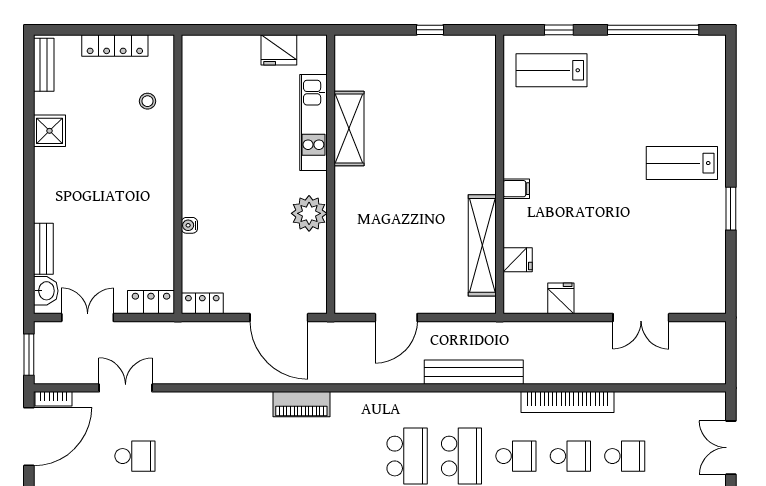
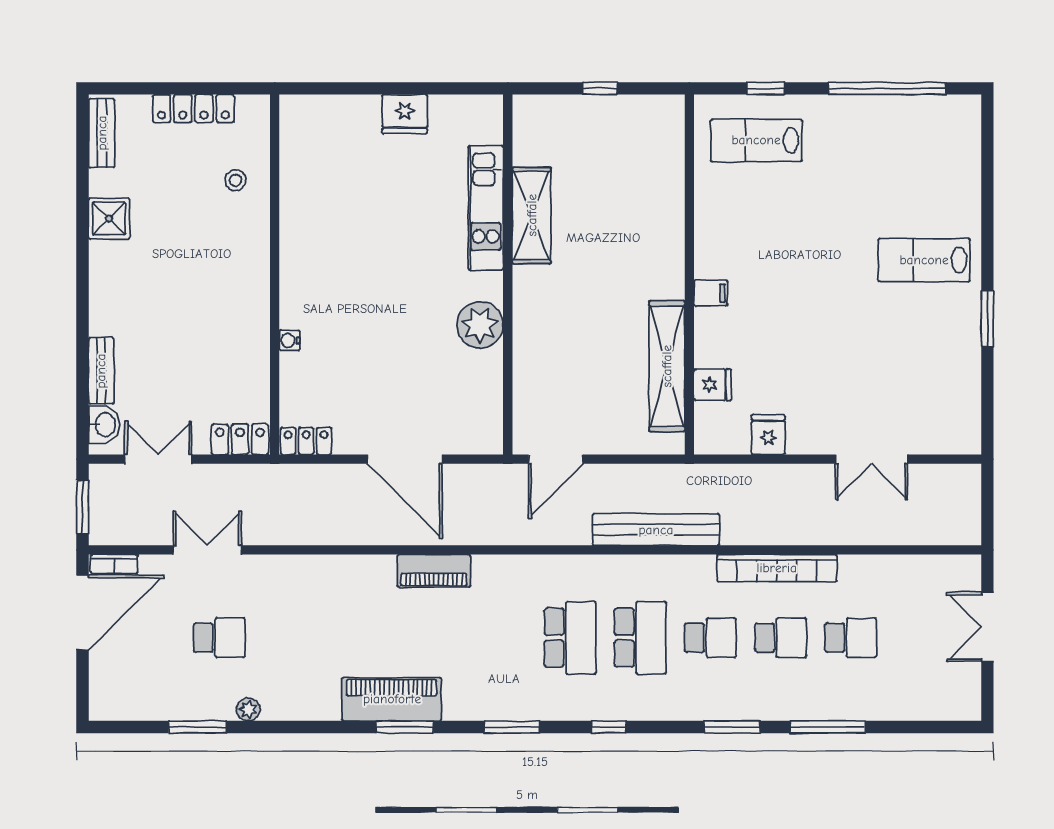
kitchen unit: (313, 123) -> (486, 208), moved
shelving: (349, 128) -> (532, 215), moved
wall: (331, 174) -> (508, 275), moved
plant: (309, 213) -> (480, 325), moved

